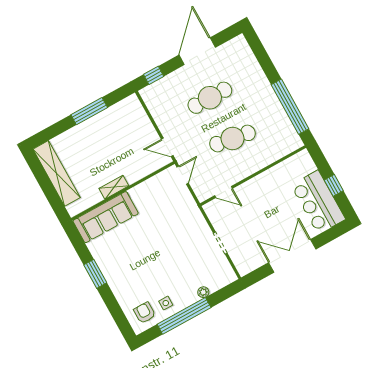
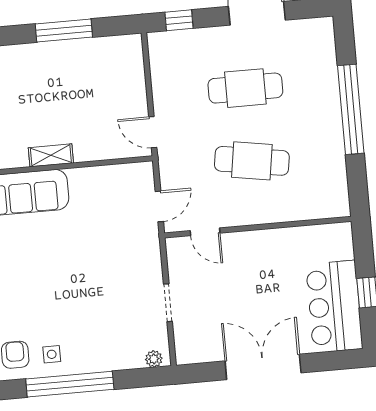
window: (290, 107) -> (351, 109), moved
door: (183, 175) -> (159, 206), moved
plant: (203, 292) -> (154, 359), moved

